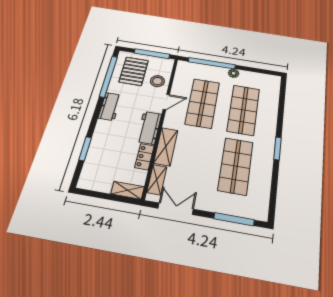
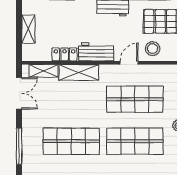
door: (166, 102) -> (129, 63), swing flipped
shelving: (128, 190) -> (28, 29), moved

